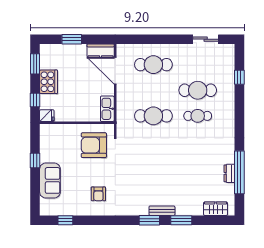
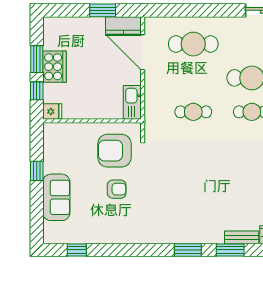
window: (72, 39) -> (103, 10), moved
window: (35, 64) -> (37, 59), moved
cafe table: (153, 116) -> (193, 112), width x0.73, depth x0.74
armchair: (98, 194) -> (117, 189), moved, turned -90
bench: (162, 211) -> (242, 237), moved

